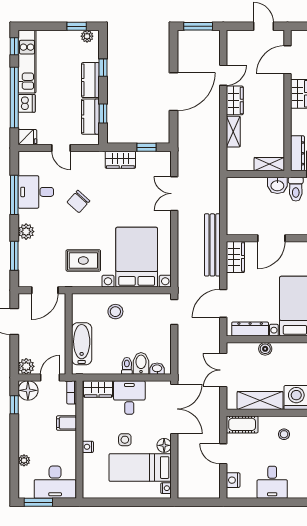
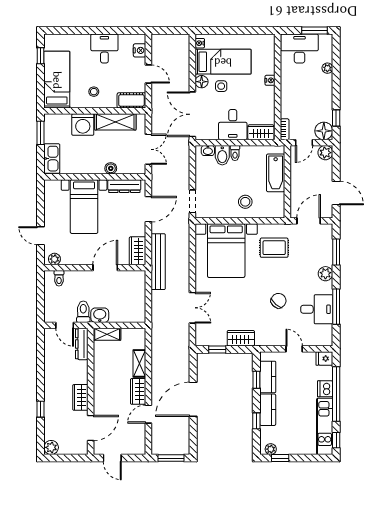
filing cabinet: (66, 423) -> (289, 102), removed
side table: (125, 440) -> (221, 86), moved

